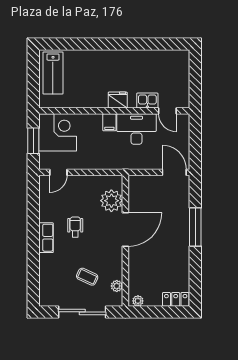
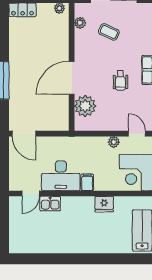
fridge: (118, 100) -> (104, 204), moved
door: (167, 111) -> (31, 193), swing flipped
plant: (82, 164) -> (114, 142), added
door: (58, 172) -> (137, 134), hinge flipped

